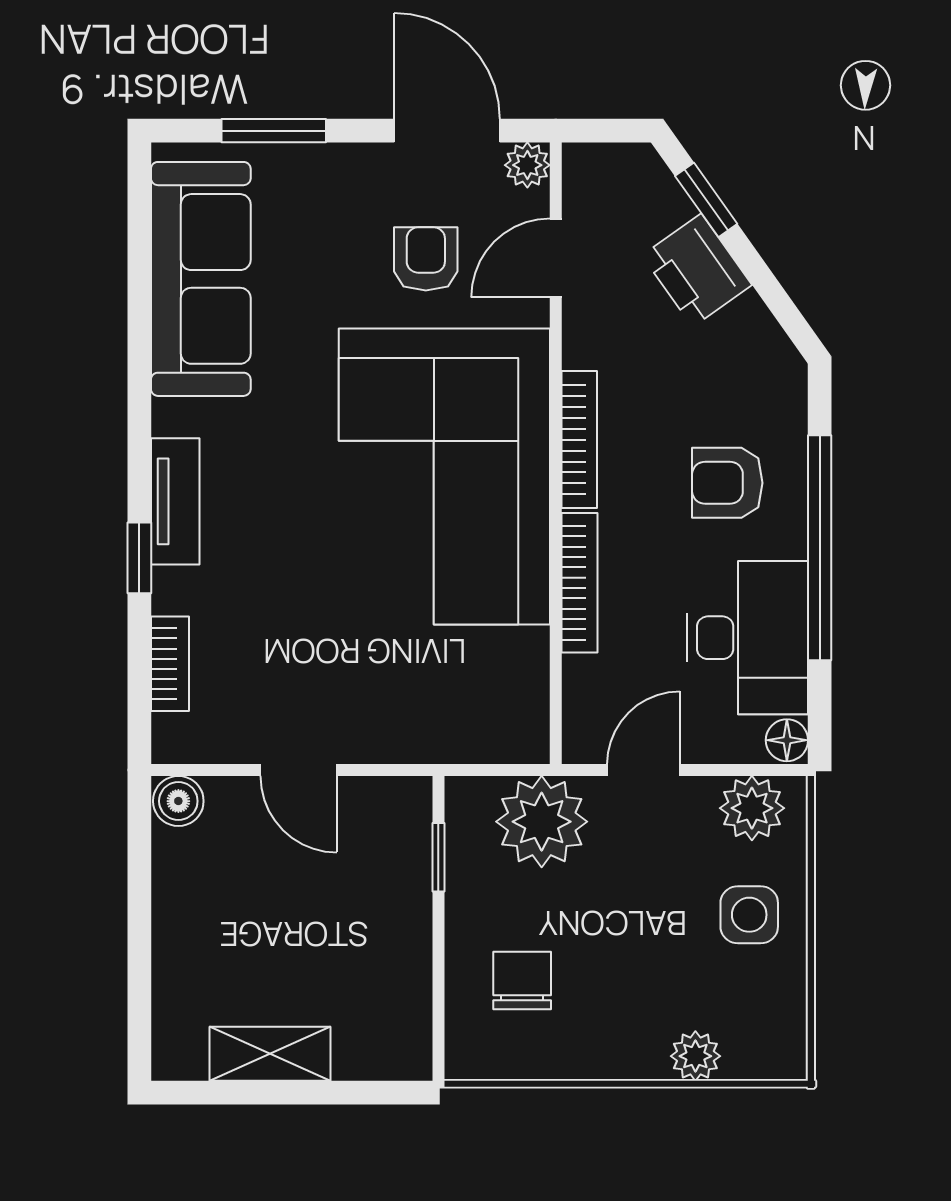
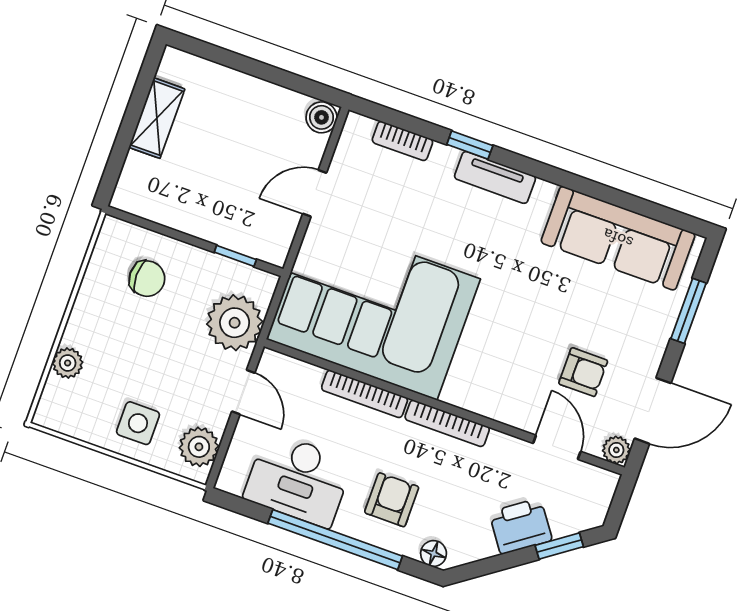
corner sofa: (444, 476) -> (373, 309), moved
floor lamp: (787, 740) -> (434, 554), moved

